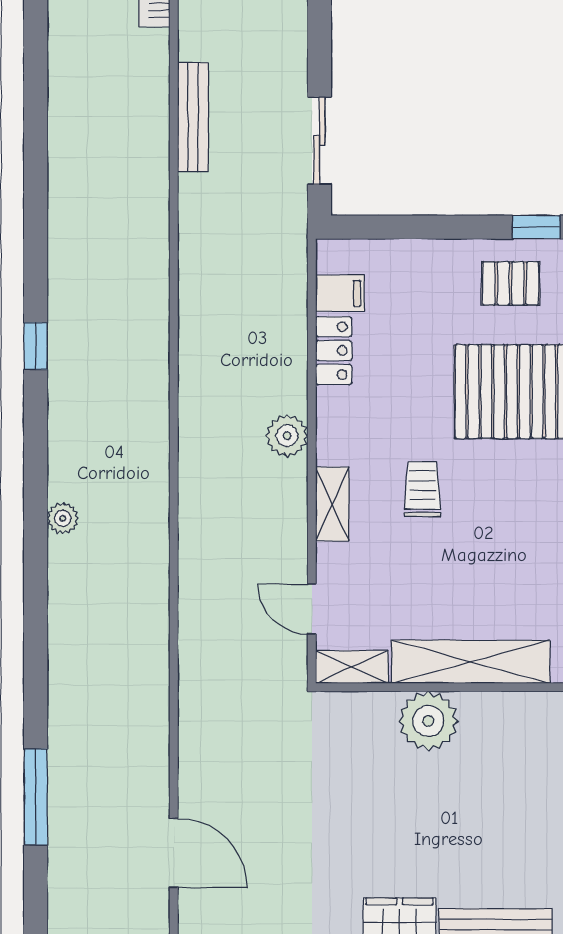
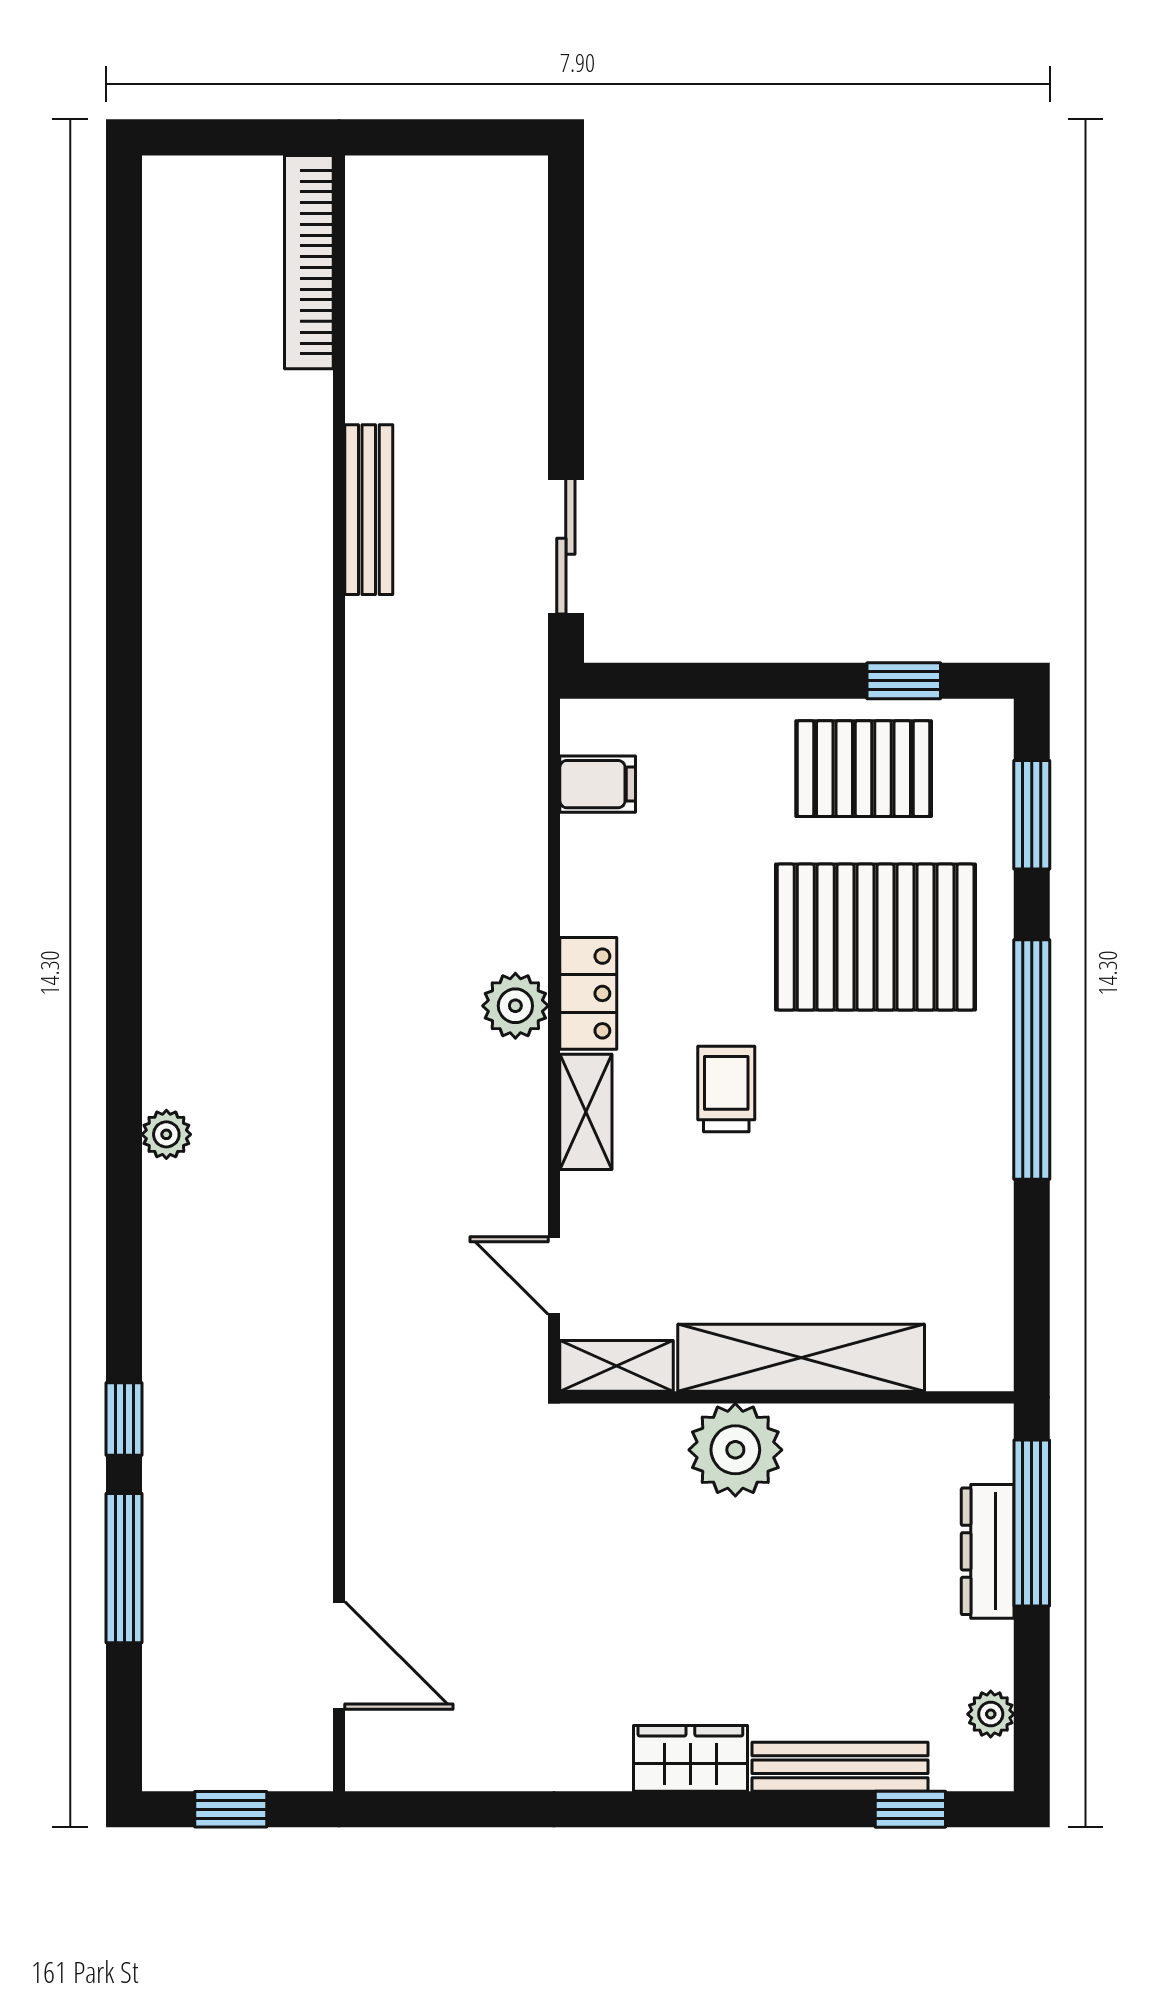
pallet: (511, 283) -> (864, 769), width x1.50, depth x1.42
window: (36, 346) -> (124, 1419), moved
locker: (334, 351) -> (588, 993), moved

